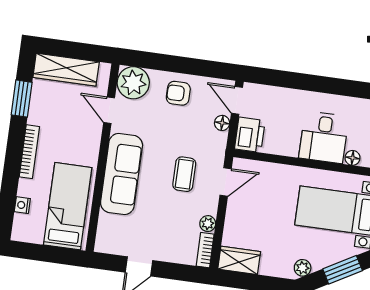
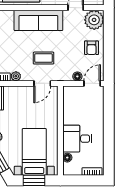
armchair: (178, 93) -> (92, 48), turned 180
printer: (250, 135) -> (73, 94), removed
door: (226, 182) -> (42, 83), hinge flipped

